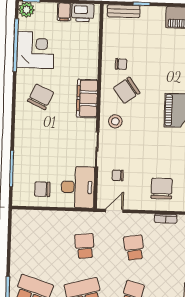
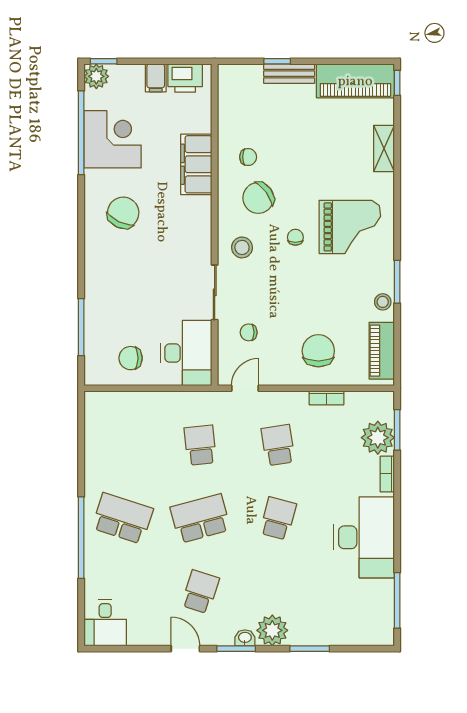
bench: (124, 11) -> (289, 74), moved
filing cabinet: (87, 98) -> (196, 164), moved
chair: (149, 116) -> (295, 237), added

